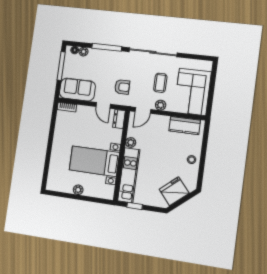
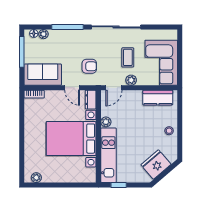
bed with nightstands: (94, 161) -> (71, 139), width x1.36
plant: (78, 190) -> (36, 178), moved

